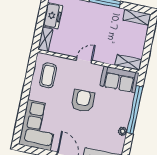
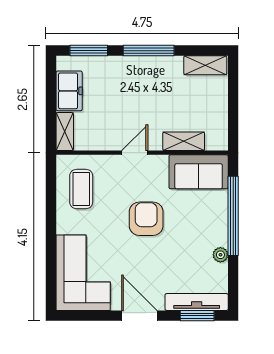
shelving: (128, 62) -> (184, 141), moved

